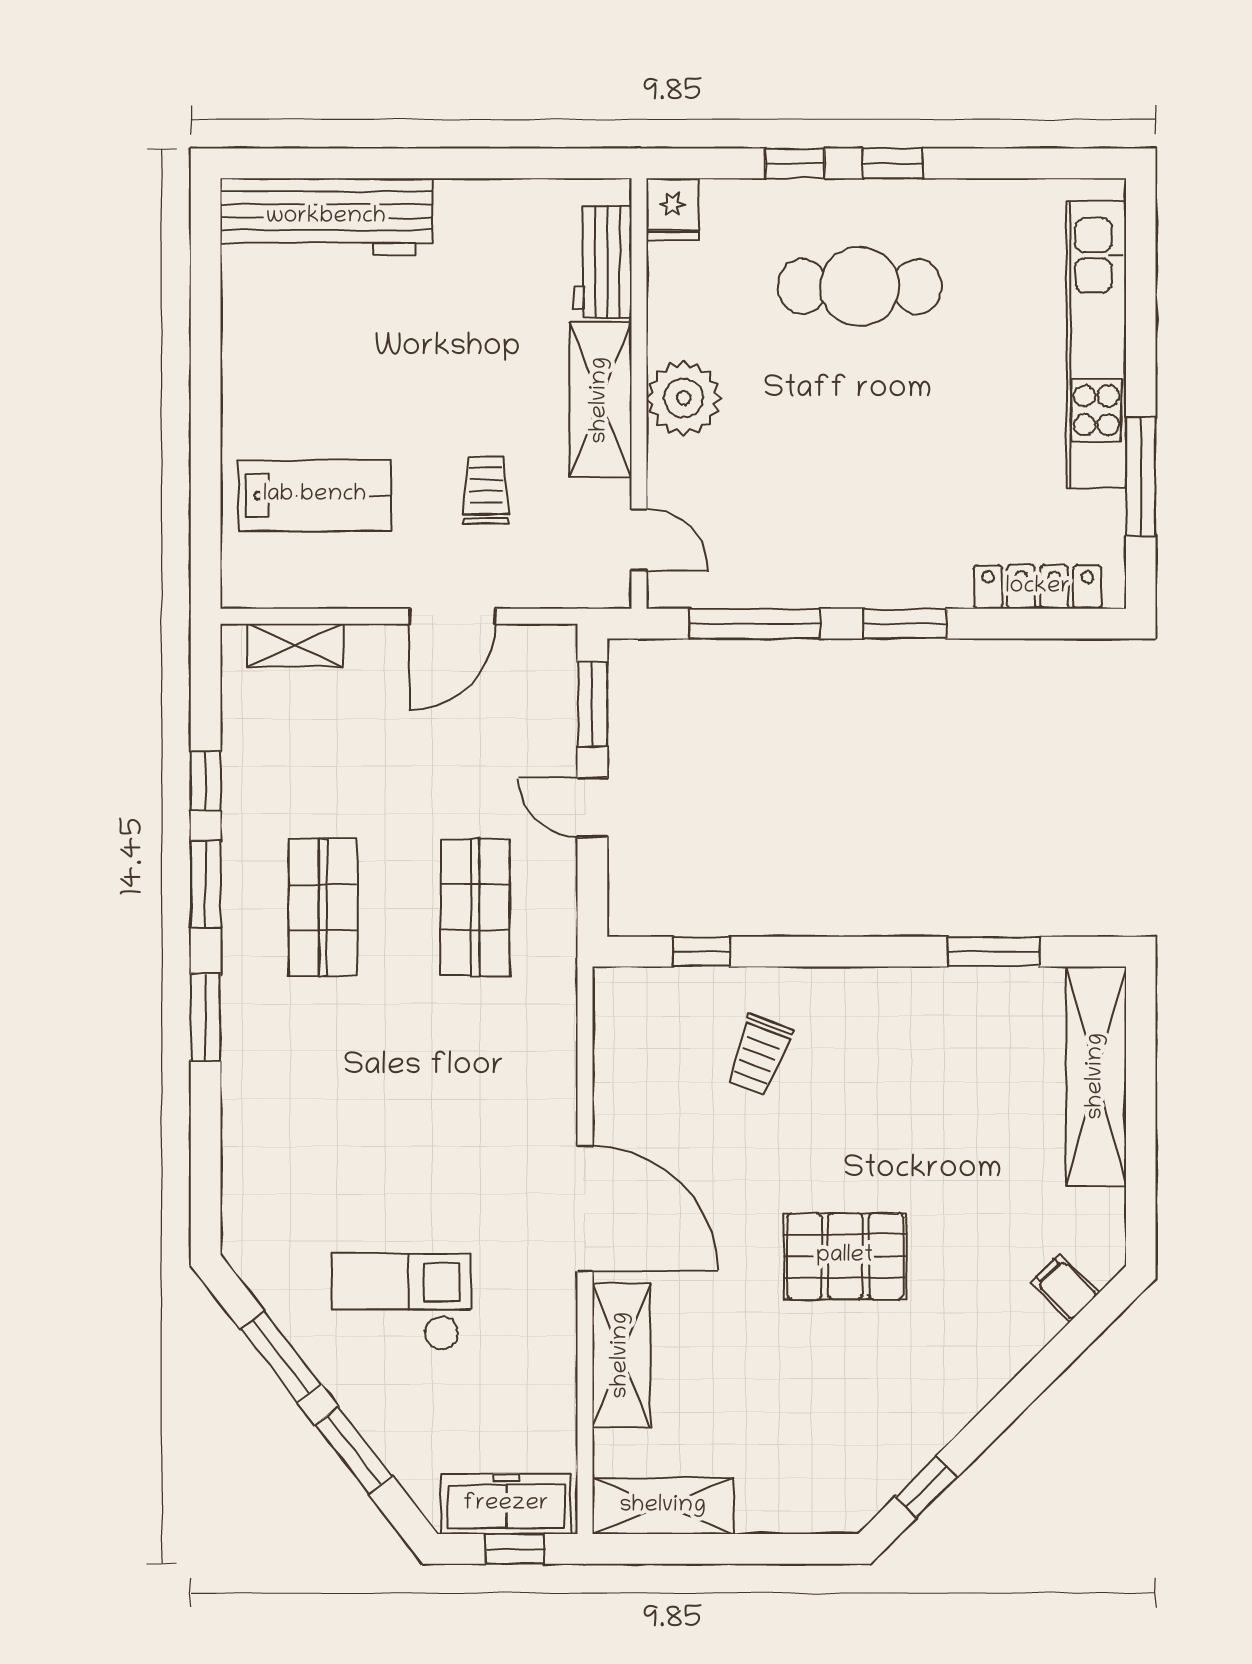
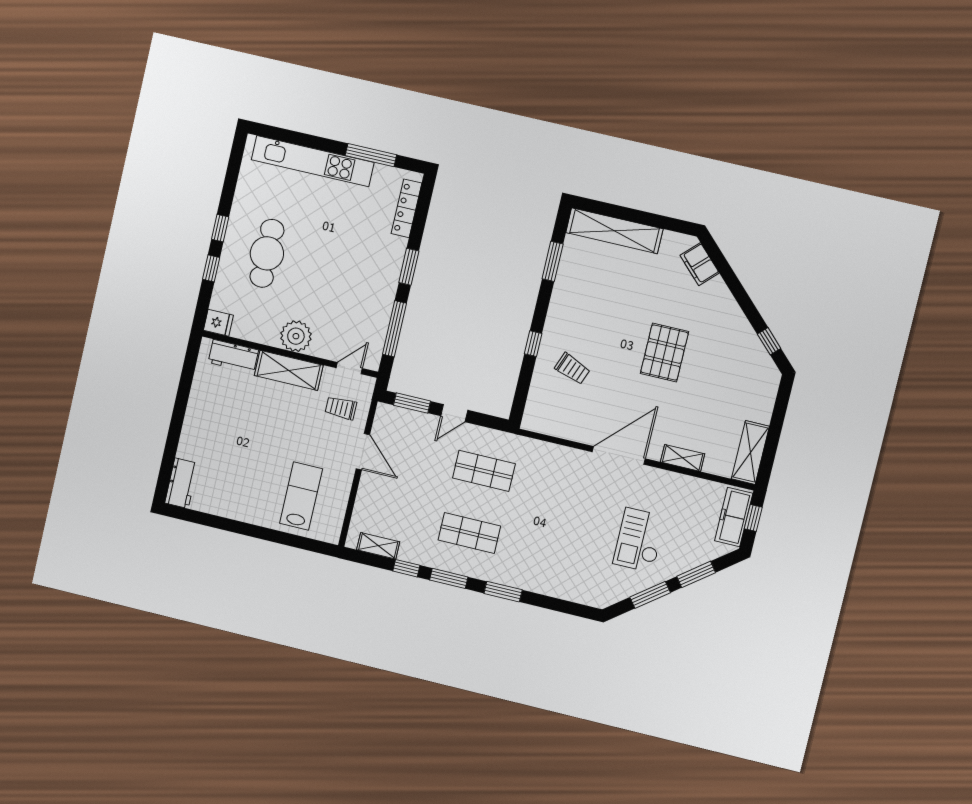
workbench: (326, 217) -> (182, 483), width x0.53, depth x0.76
trolley: (486, 490) -> (341, 408), moved
shelving: (295, 645) -> (378, 546), moved, turned 90
window: (702, 952) -> (533, 344), moved
filing cabinet: (1065, 1288) -> (700, 264), width x2.00
shelving: (621, 1355) -> (683, 458), width x0.67, depth x0.75

